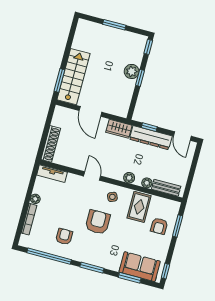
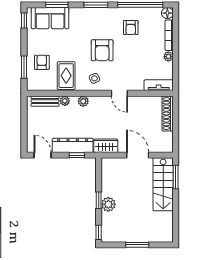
floor lamp: (25, 241) -> (167, 13), added

